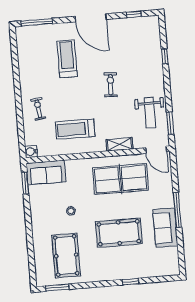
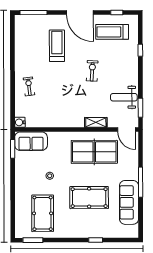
weight bench: (150, 113) -> (124, 97), turned 90
treadmill: (75, 129) -> (112, 32), moved
sofa: (165, 228) -> (129, 202), width x1.36

